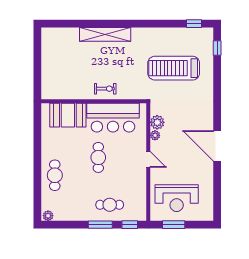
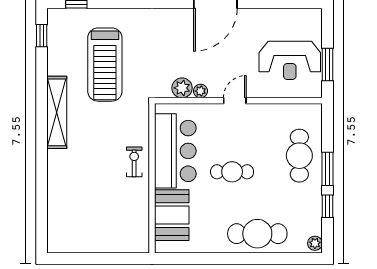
shelving: (105, 34) -> (57, 112), moved
cafe table: (55, 175) -> (257, 234), width x1.37, depth x1.35
reception desk: (177, 198) -> (290, 60), turned 90
cafe table: (110, 205) -> (299, 156), width x1.37, depth x1.35
window: (130, 225) -> (327, 206), moved

